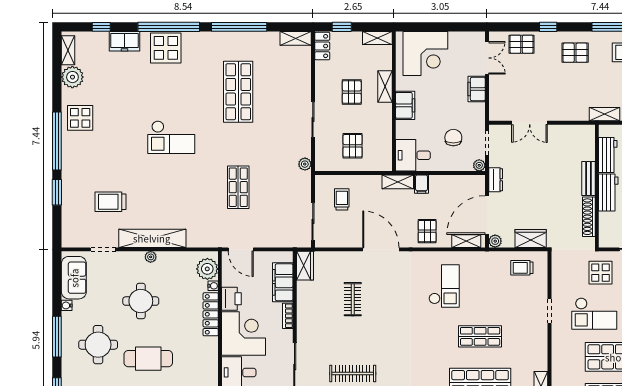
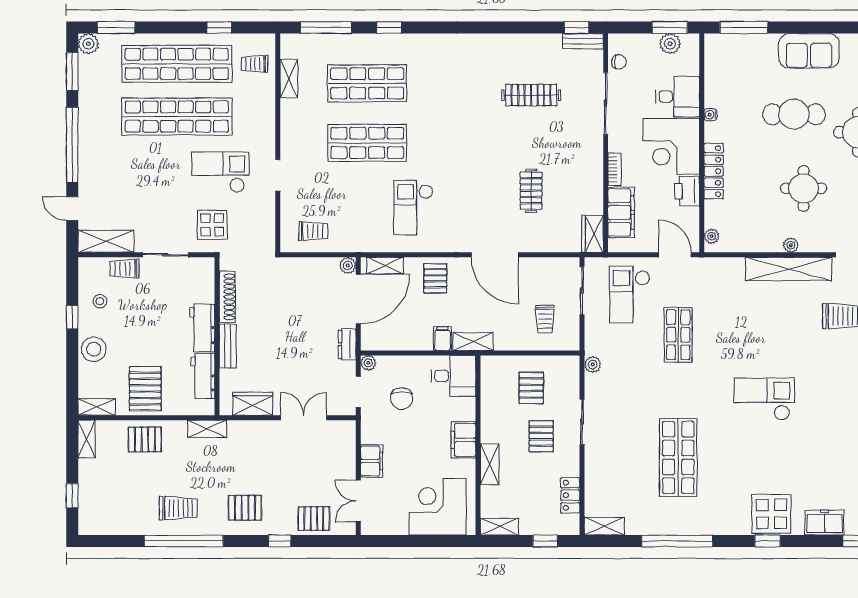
window: (169, 27) -> (768, 541), width x0.32
locker: (322, 46) -> (570, 495), moved
pallet: (352, 92) -> (541, 436), moved
checkout: (276, 218) -> (630, 295), added
wardrobe: (531, 239) -> (253, 404), moved, turned 180
plant: (207, 269) -> (712, 236), width x0.53, depth x0.53
water cooler: (213, 286) -> (710, 115), moved
shop shelf: (480, 336) -> (367, 143), width x1.43, depth x1.36

